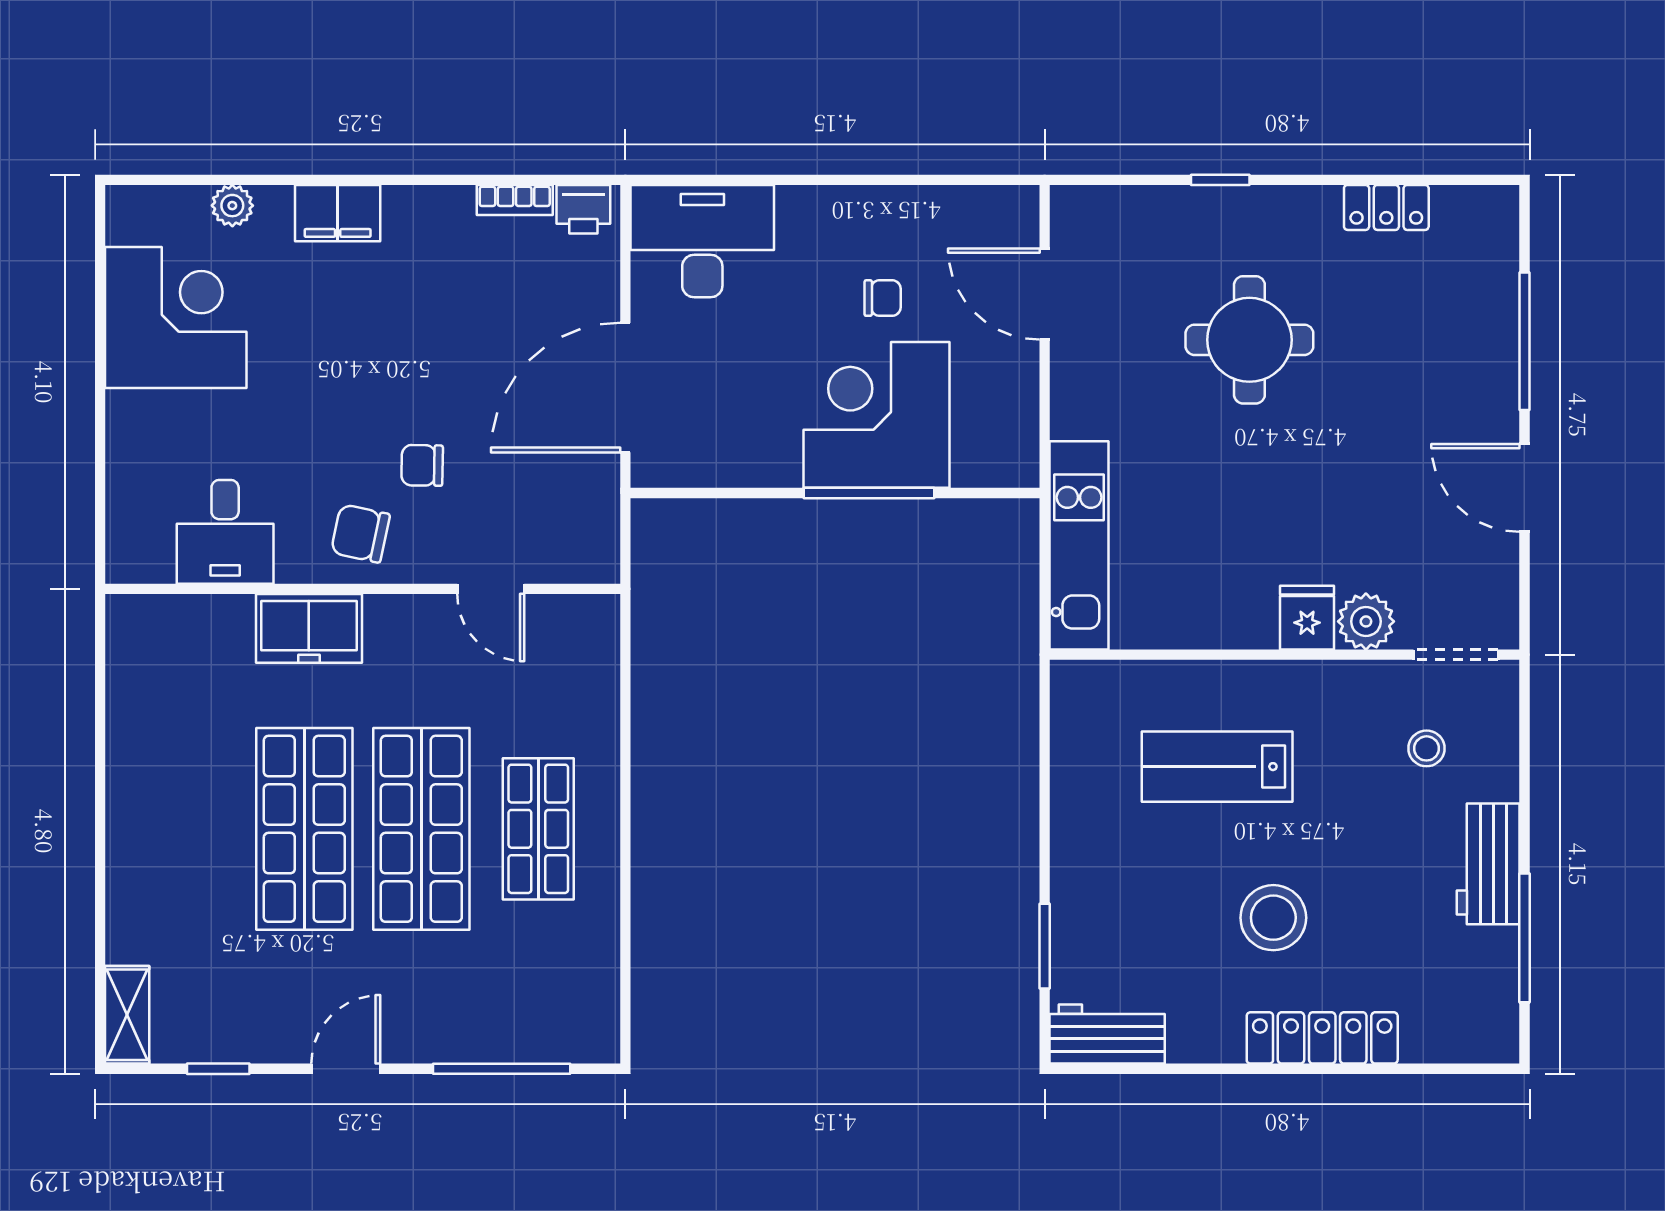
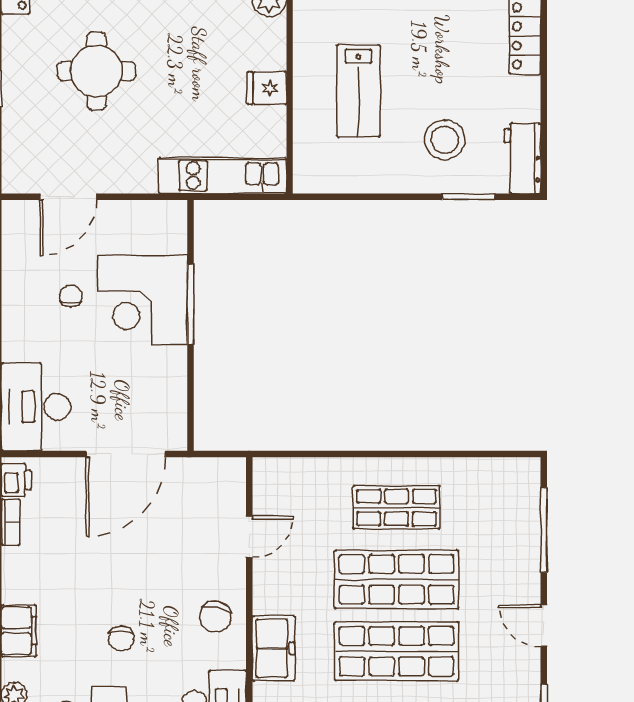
door: (625, 388) -> (126, 454), hinge flipped
chair: (422, 465) -> (121, 639), moved
fridge: (1307, 618) -> (267, 88), moved
stool: (1273, 918) -> (445, 140), moved

